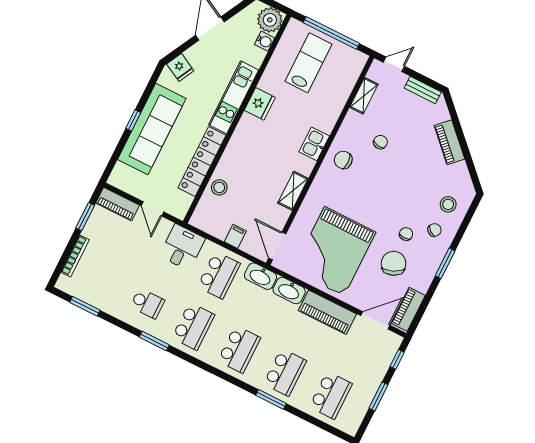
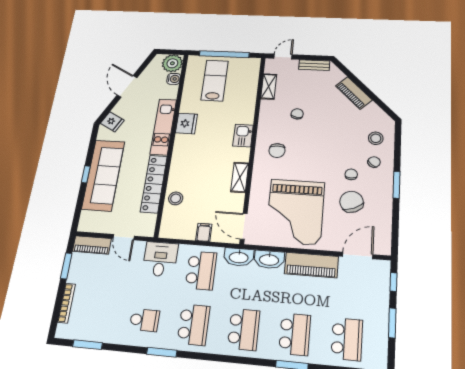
chair: (343, 160) -> (277, 151), moved, turned -90
piano: (408, 309) -> (383, 235), removed

